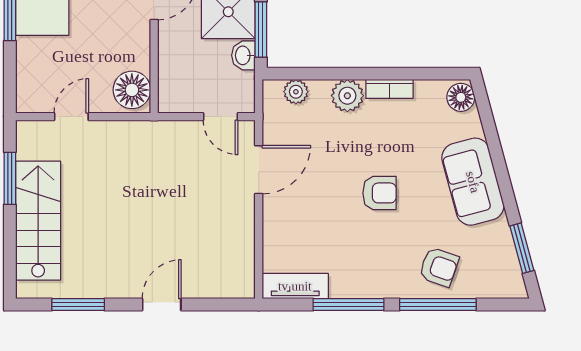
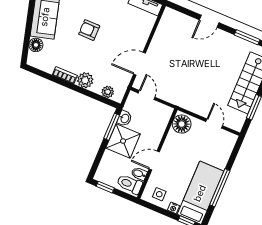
floor lamp: (461, 97) -> (36, 45), moved
door: (71, 117) -> (214, 124), swing flipped

